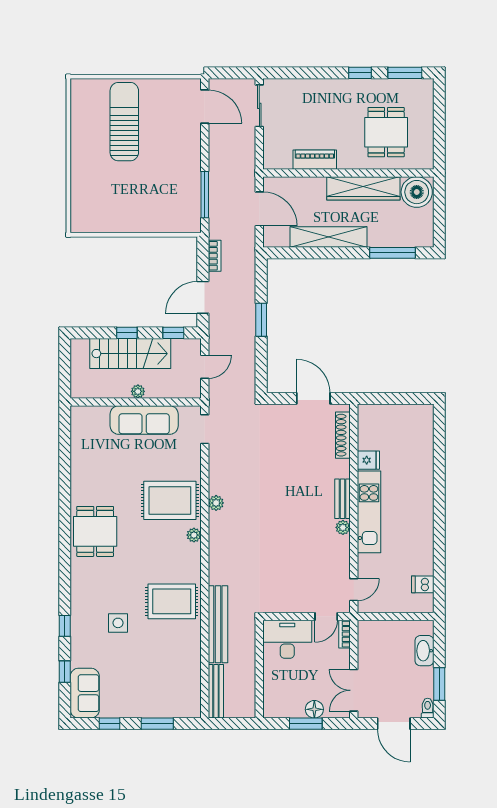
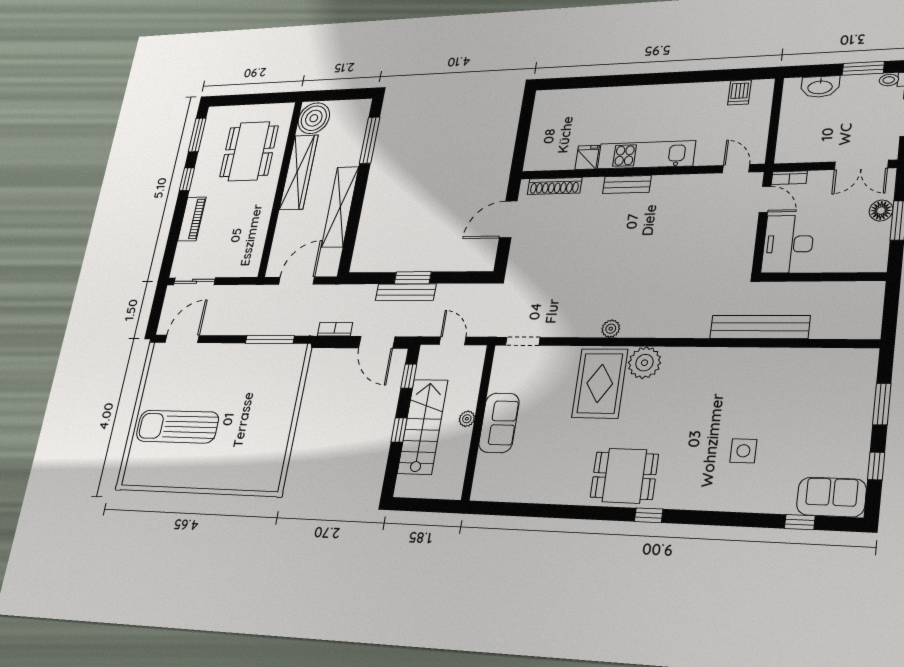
dining table: (386, 132) -> (249, 151), width x1.38
piano: (315, 160) -> (192, 219), moved, turned 180
sofa: (144, 420) -> (499, 423), width x0.73
plant: (343, 527) -> (660, 183), removed
plant: (194, 535) -> (644, 363), width x1.87, depth x1.87
rug: (172, 601) -> (724, 383), removed
window: (65, 626) -> (649, 515), moved
bench: (216, 691) -> (406, 292), moved

